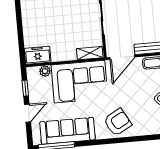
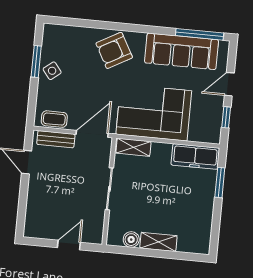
window: (21, 39) -> (220, 183), added
freezer: (38, 55) -> (195, 156), width x1.40
plant: (45, 71) -> (196, 135), removed

